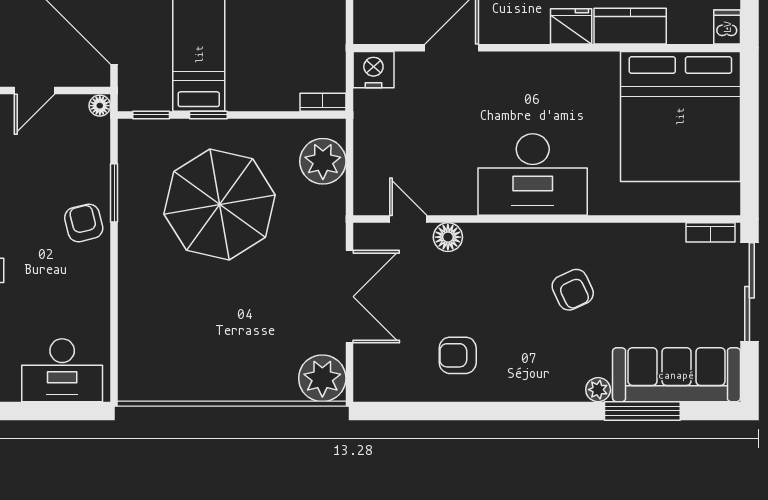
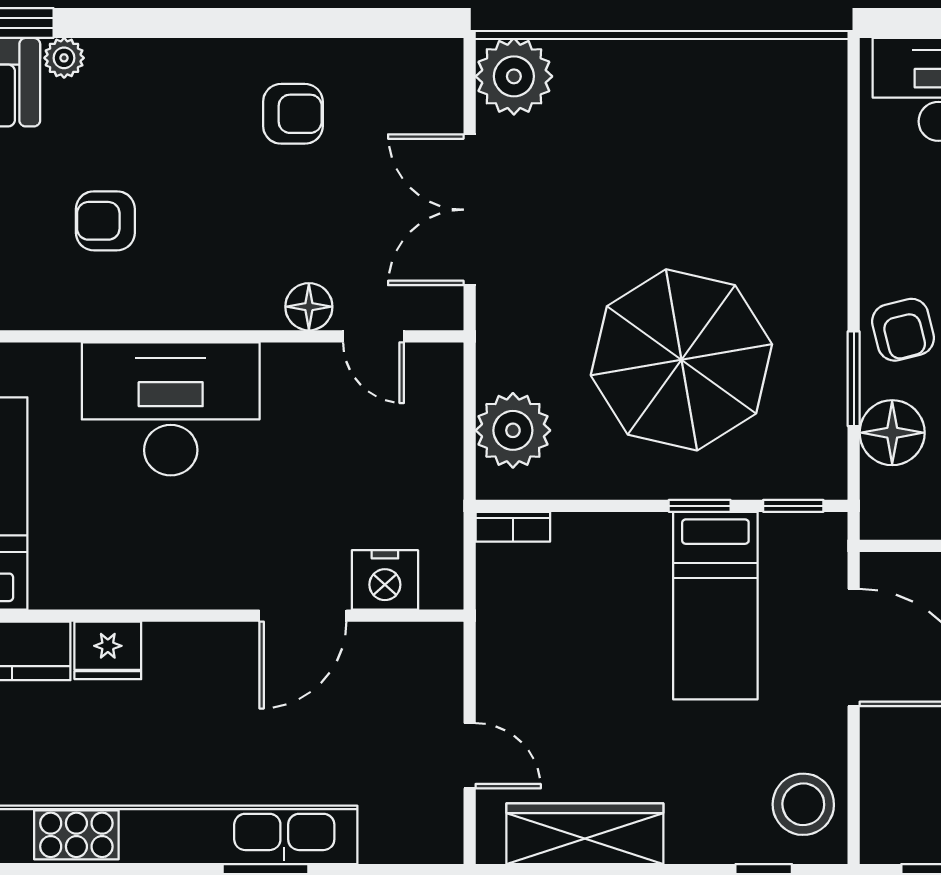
nightstand: (373, 70) -> (385, 580), moved
floor lamp: (100, 106) -> (892, 433), moved, width x1.89, depth x1.89
armchair: (573, 290) -> (105, 221), turned -65

